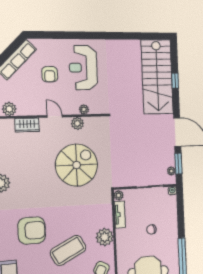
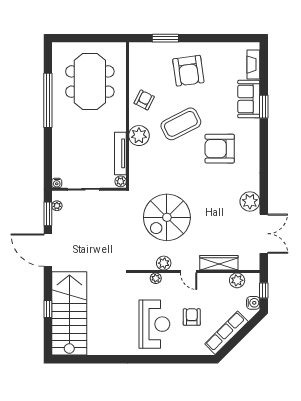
wardrobe: (27, 125) -> (219, 263), width x1.50
tv unit: (120, 215) -> (120, 153), width x1.41
chair: (151, 229) -> (84, 140), removed

